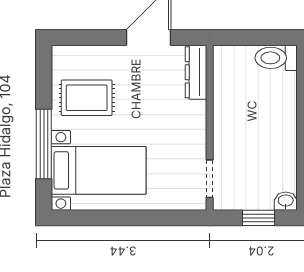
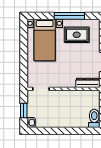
rug: (87, 98) -> (77, 35), turned 90
window: (44, 144) -> (69, 16), moved

